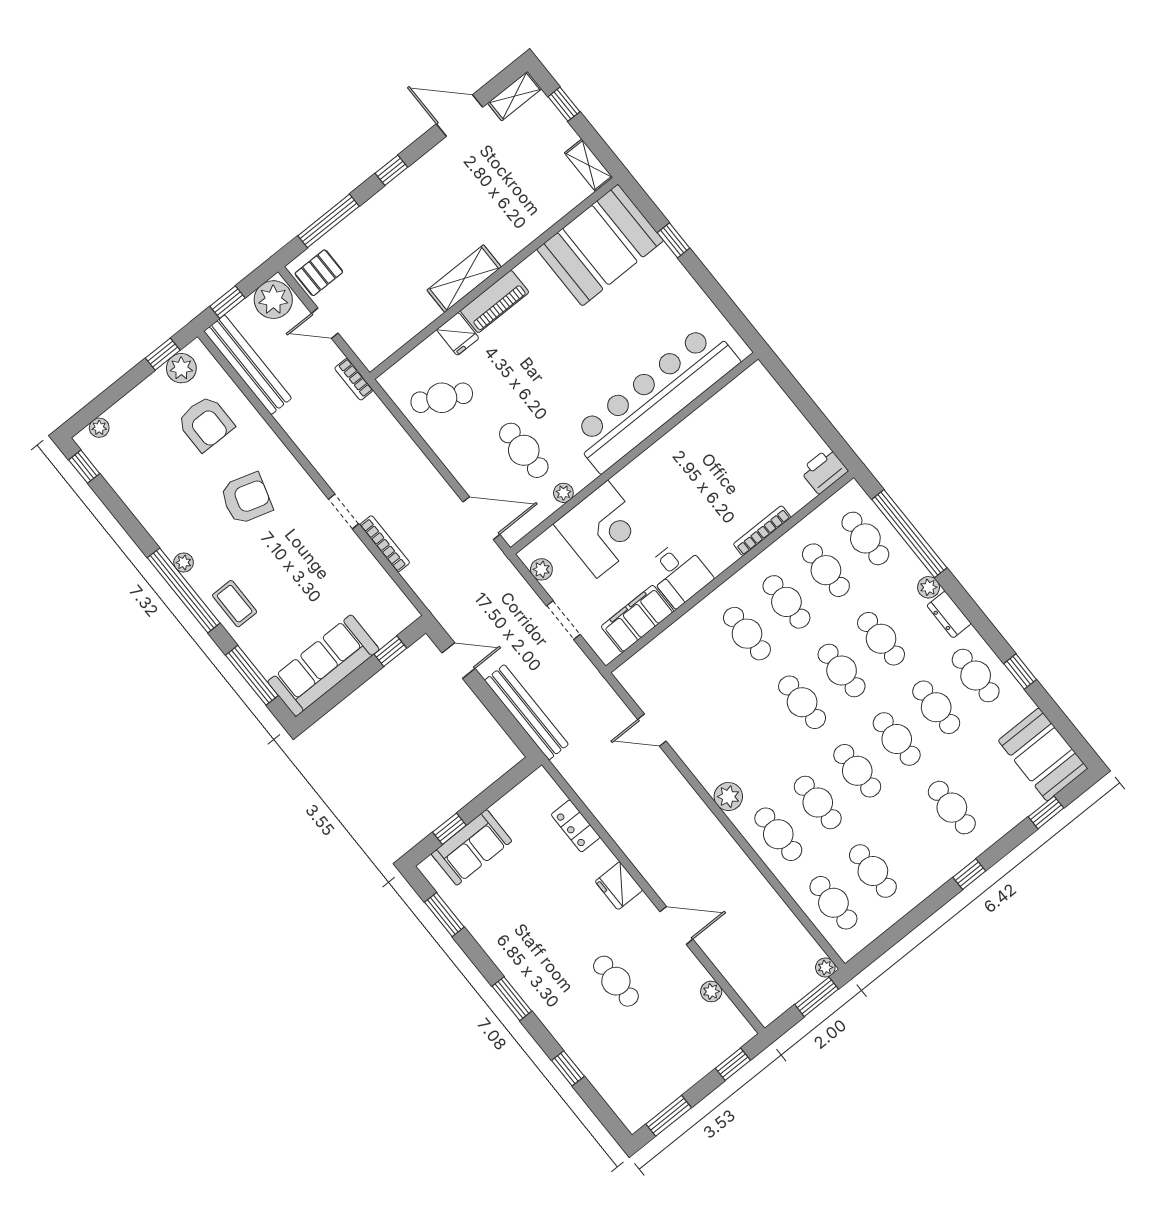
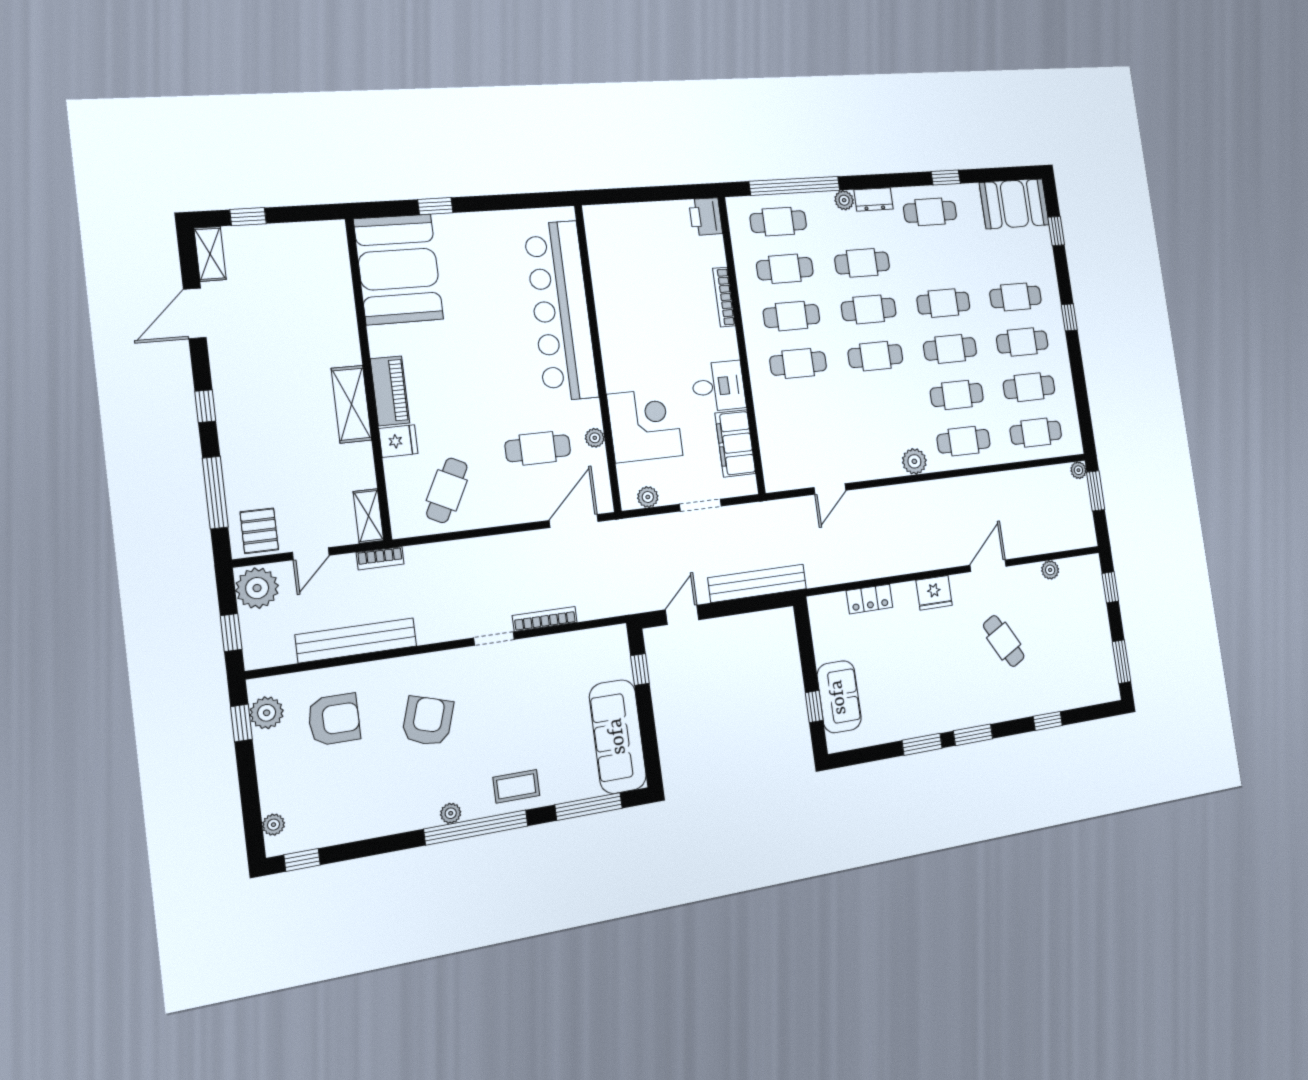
shelving: (589, 165) -> (368, 516), moved, turned 90
bench: (248, 365) -> (356, 640), moved
cafe table: (936, 707) -> (1022, 342), moved
window: (444, 915) -> (922, 744), moved
cafe table: (616, 981) -> (1004, 641), turned 61

